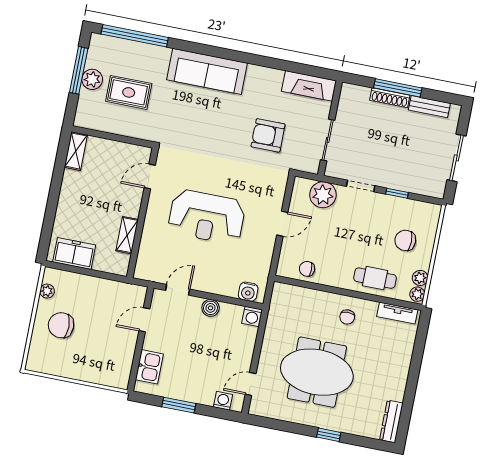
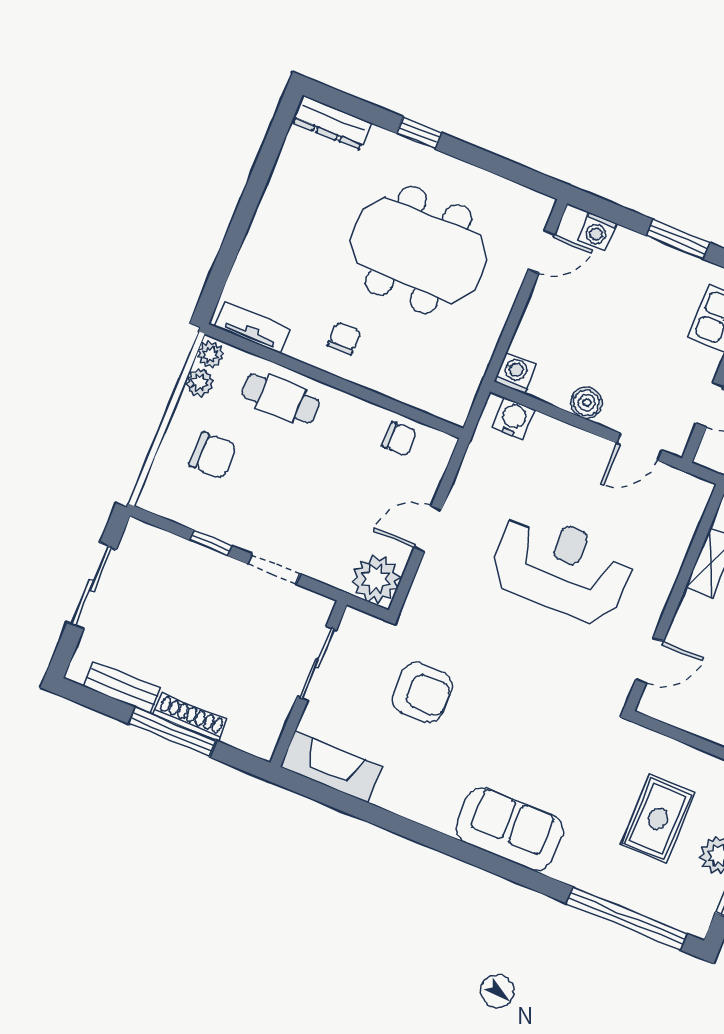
sofa: (207, 71) -> (510, 829), width x0.73
rug: (129, 92) -> (658, 819), turned 90
plant: (323, 195) -> (376, 579), moved
dresser: (391, 422) -> (332, 122), moved, turned 90

